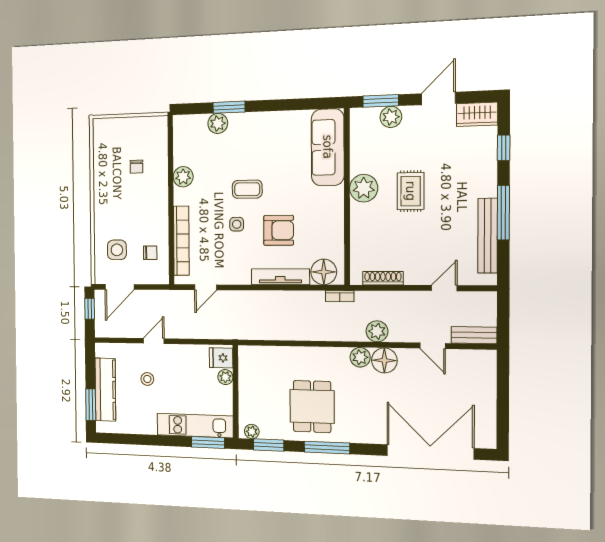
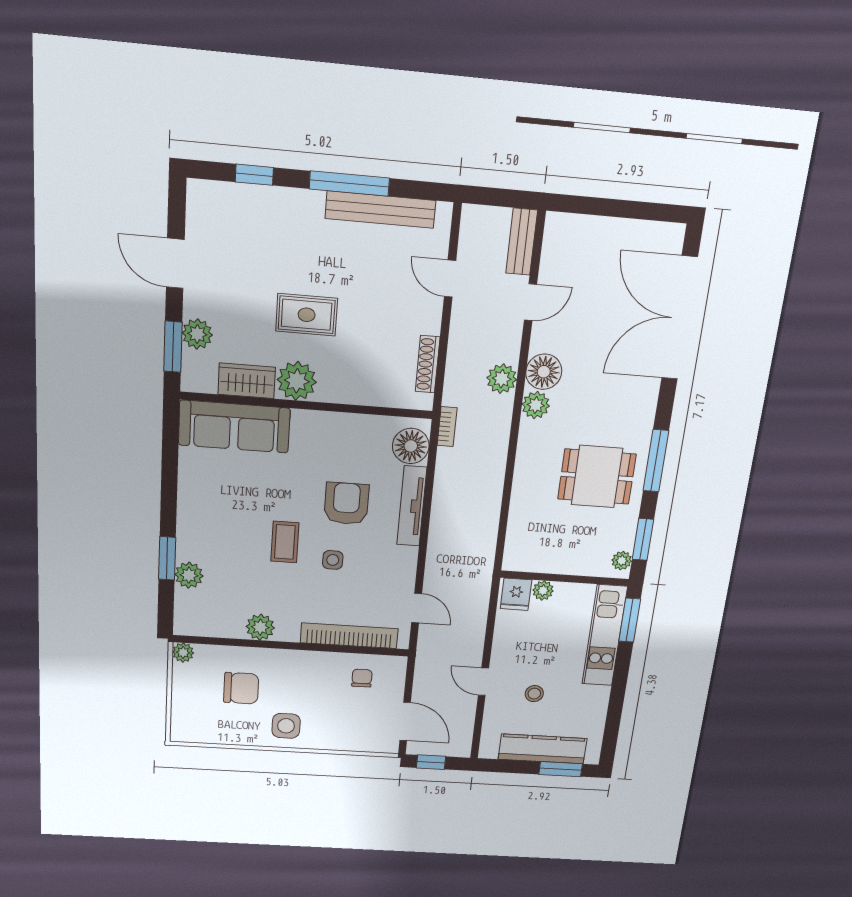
wardrobe: (477, 114) -> (247, 381), moved, turned -90
plant: (160, 123) -> (183, 653), added
chair: (136, 167) -> (241, 688), width x1.87, depth x1.87
side table: (117, 250) -> (286, 726), moved

